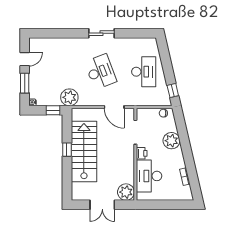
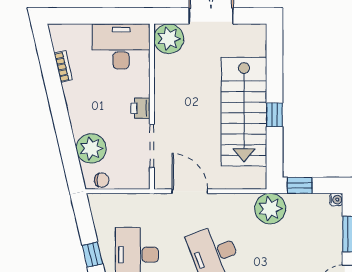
window: (173, 91) -> (92, 255), moved
plant: (171, 141) -> (91, 148), moved
desk: (149, 176) -> (121, 46), moved, turned -90

